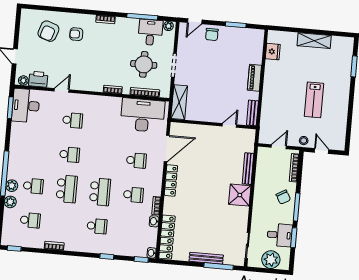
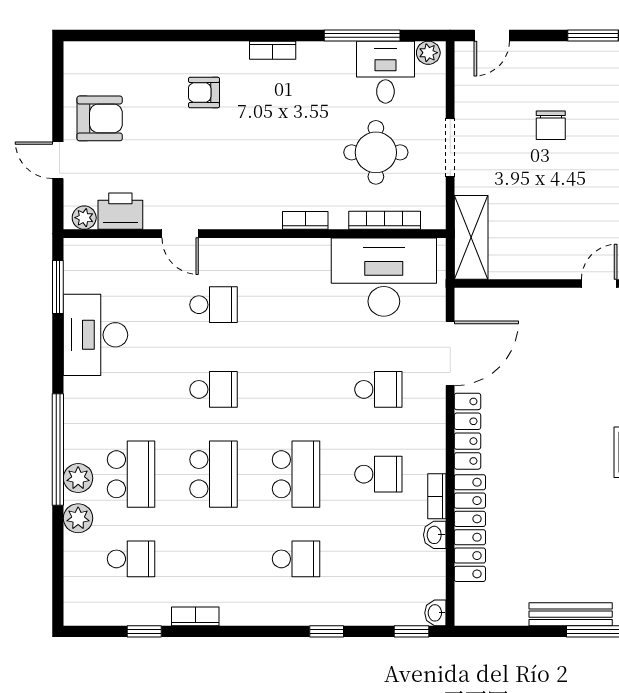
armchair: (48, 31) -> (100, 118), moved, turned -109
chair: (212, 34) -> (551, 125), moved
door: (62, 90) -> (180, 234), swing flipped
desk: (26, 106) -> (96, 335), moved
school desk: (33, 186) -> (131, 474), width x1.85
locker: (167, 237) -> (470, 528), moved
window: (14, 248) -> (144, 631), moved

